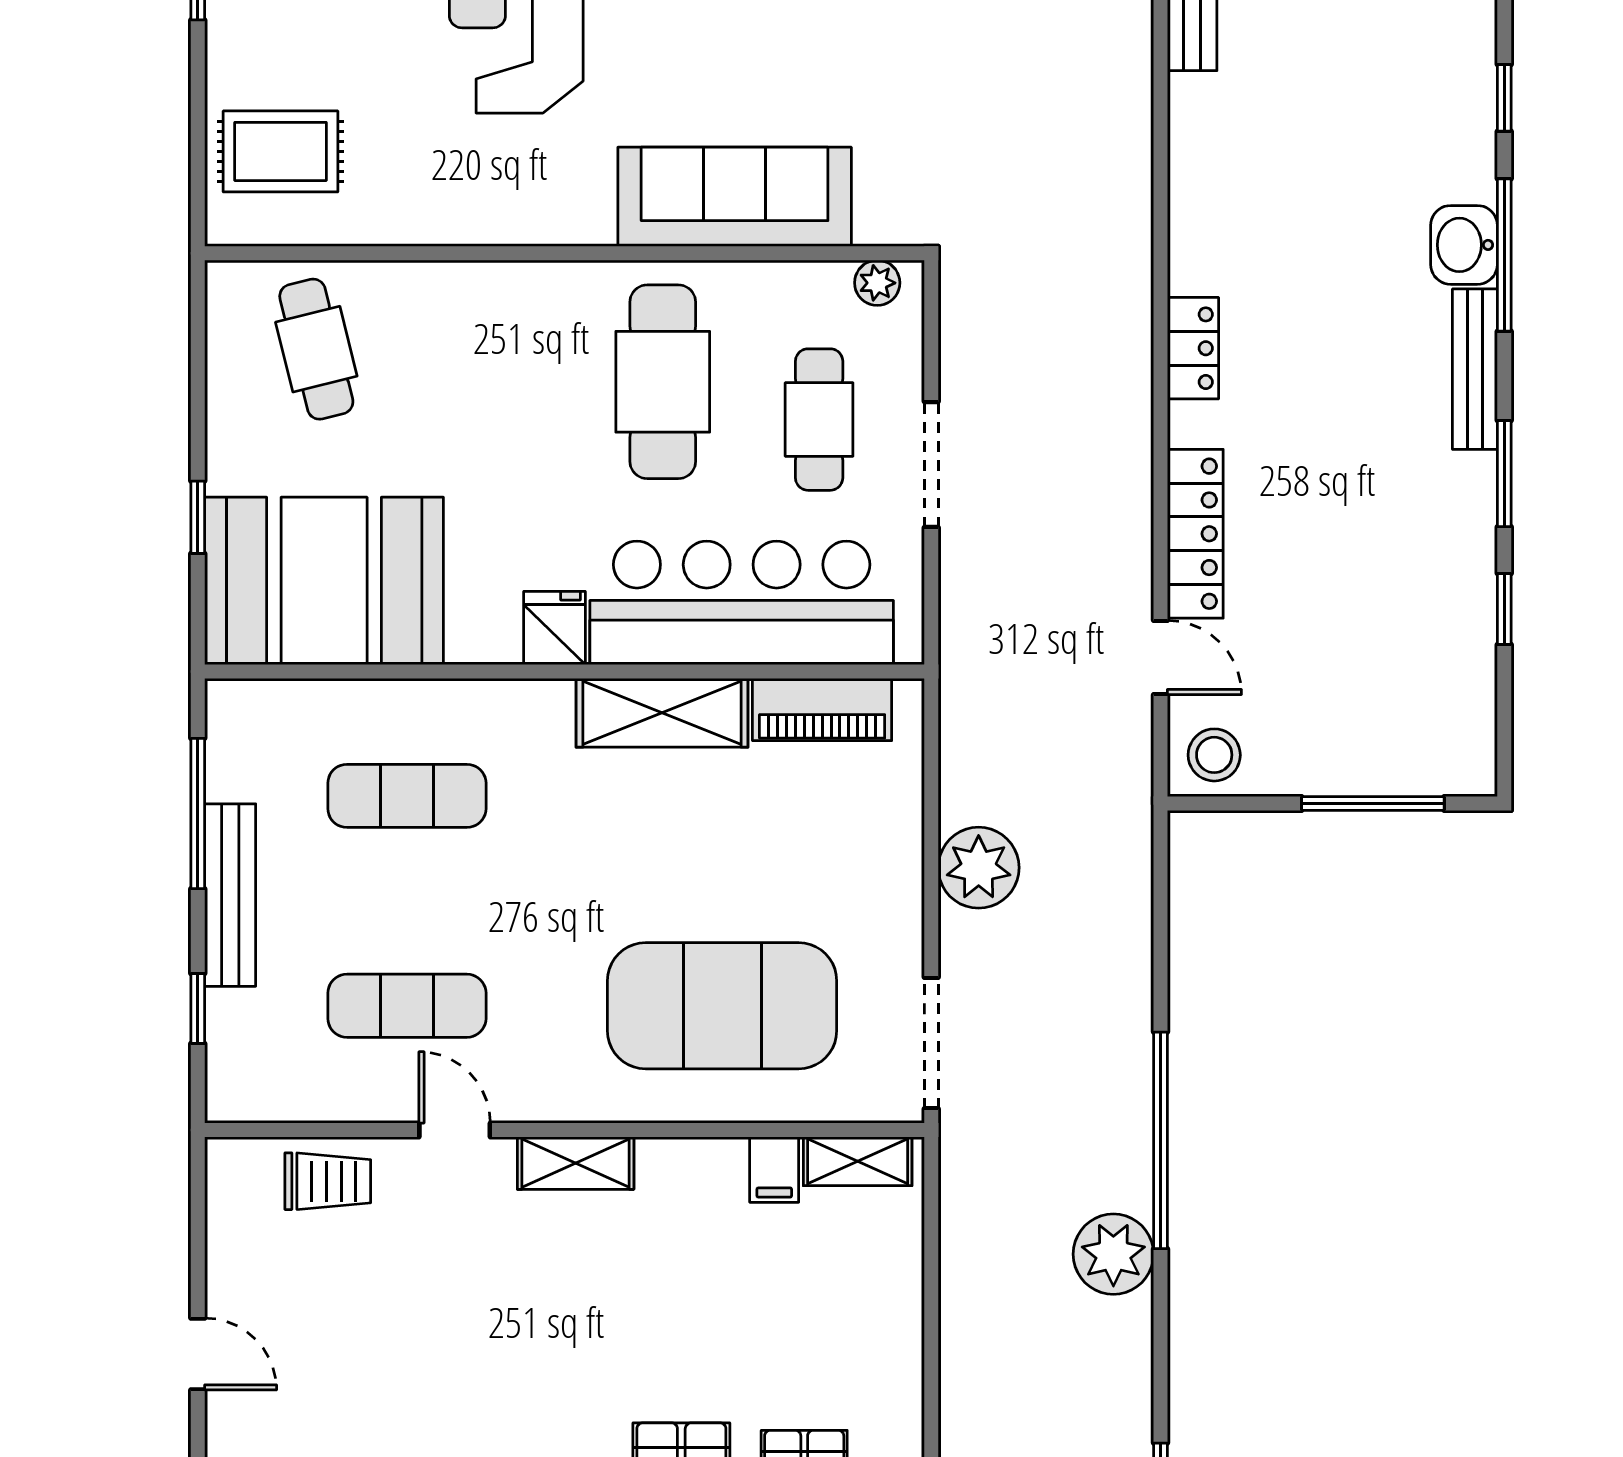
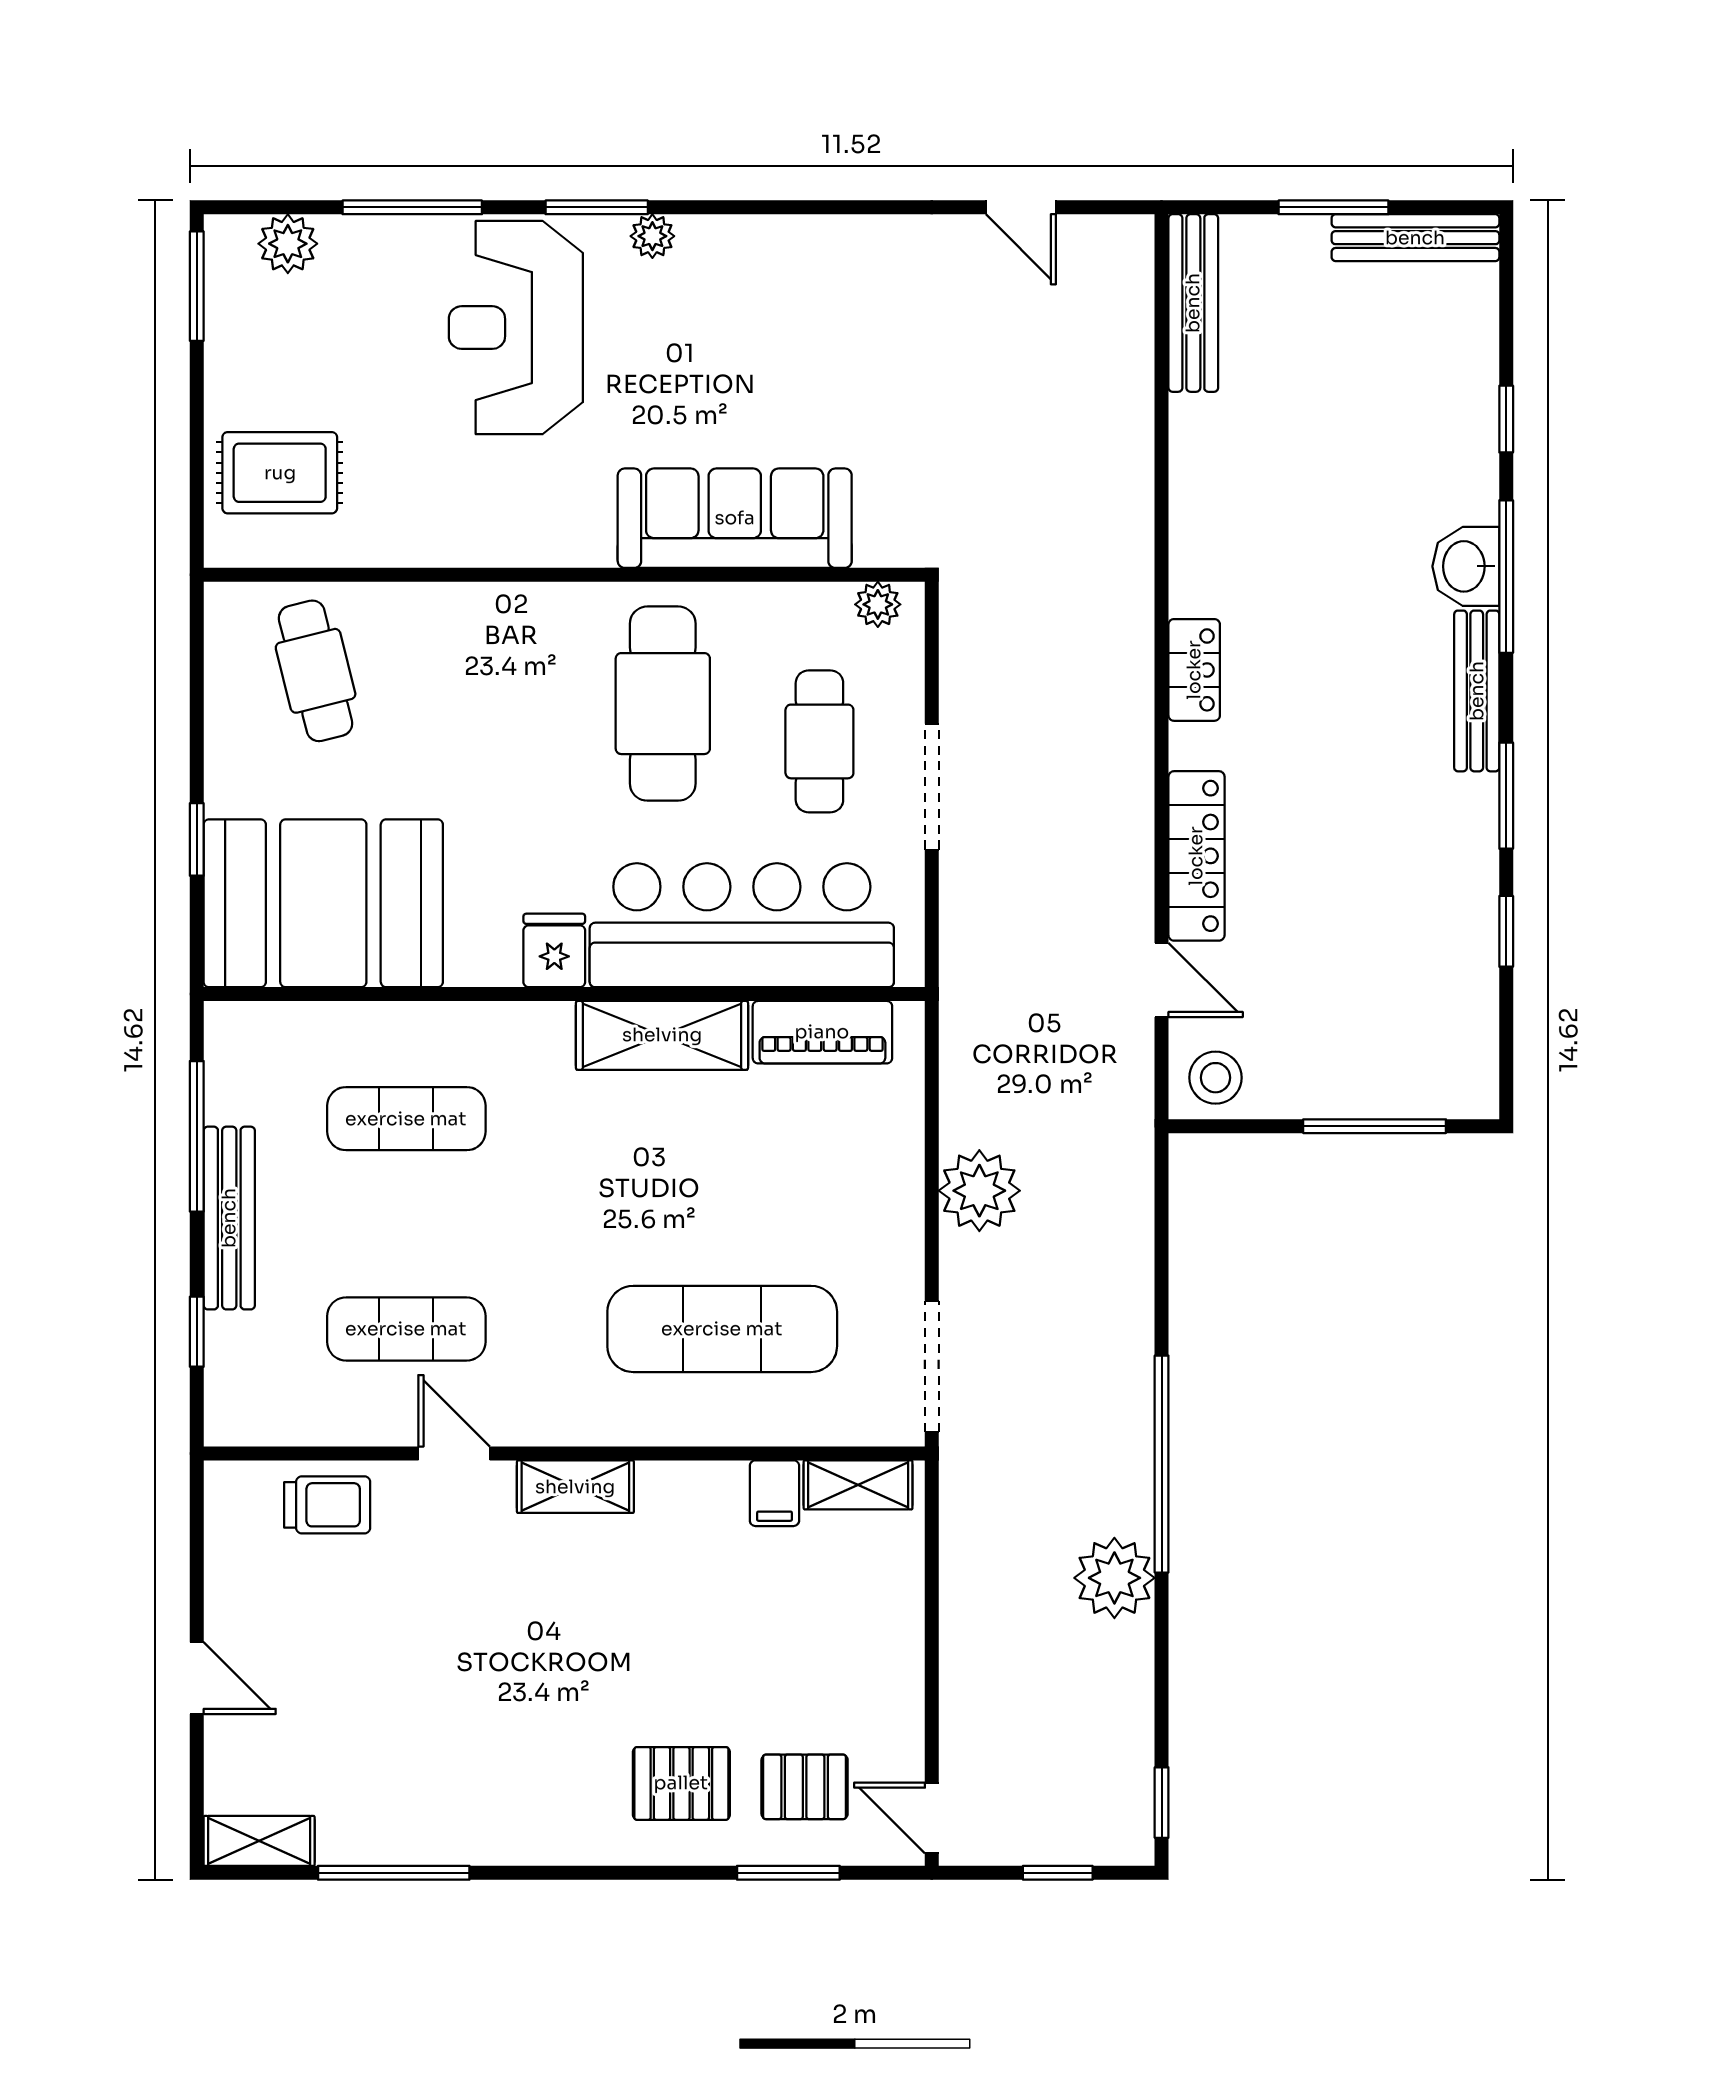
exercise mat: (722, 1006) -> (722, 1329), width x0.68

